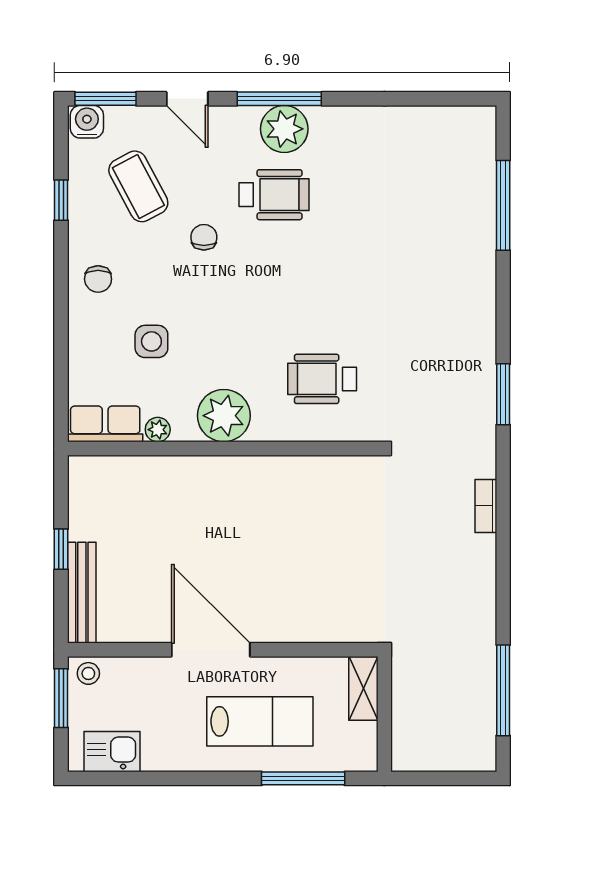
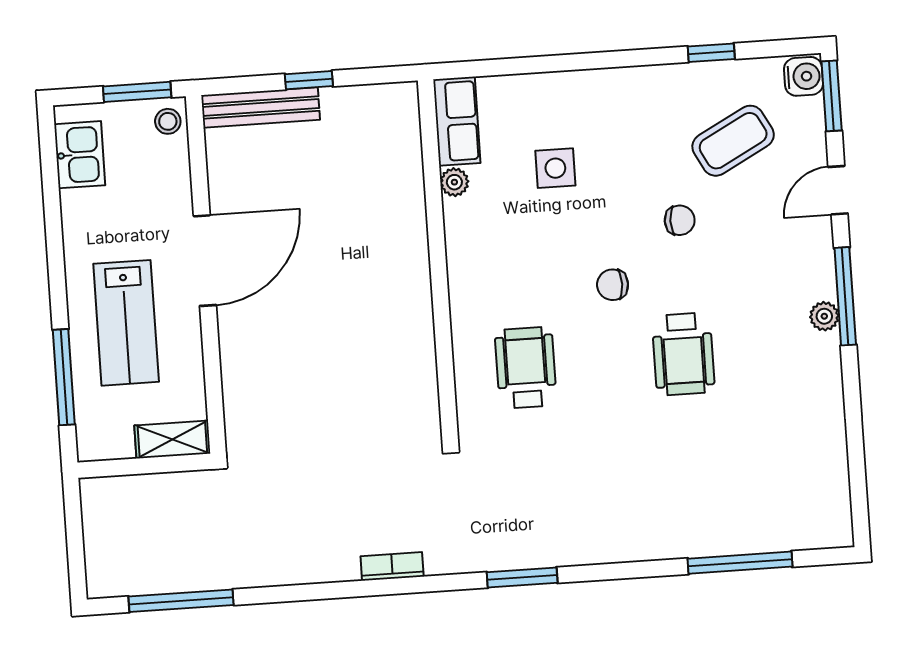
plant: (284, 129) -> (824, 316), width x0.53, depth x0.53
wheelchair: (274, 195) -> (683, 354), moved
chair: (98, 279) -> (613, 285), moved
plant: (224, 416) -> (476, 257), removed

